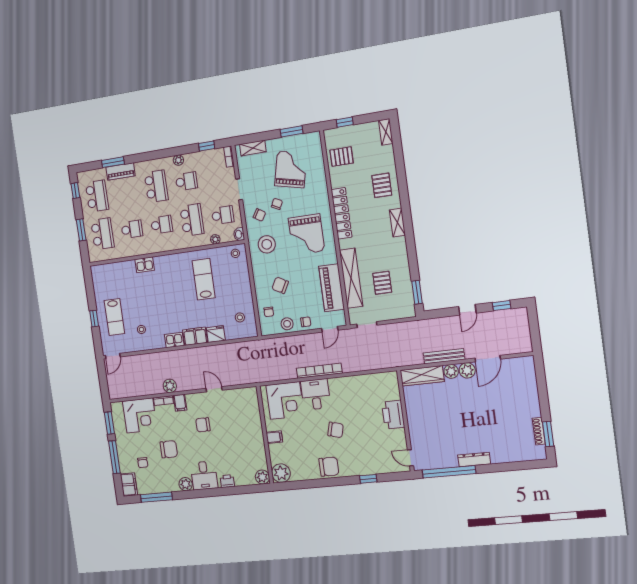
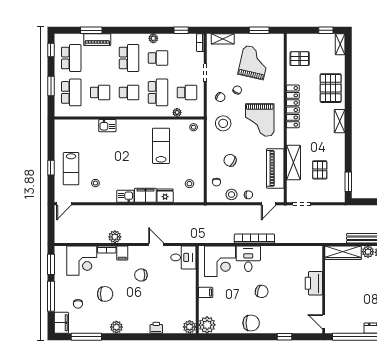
window: (345, 122) -> (326, 30), moved
pallet: (382, 185) -> (331, 88), width x1.50, depth x1.42
washbasin: (239, 234) -> (199, 111), removed
shelving: (351, 278) -> (294, 163), width x0.68
desk: (204, 475) -> (183, 257), moved, turned -90

